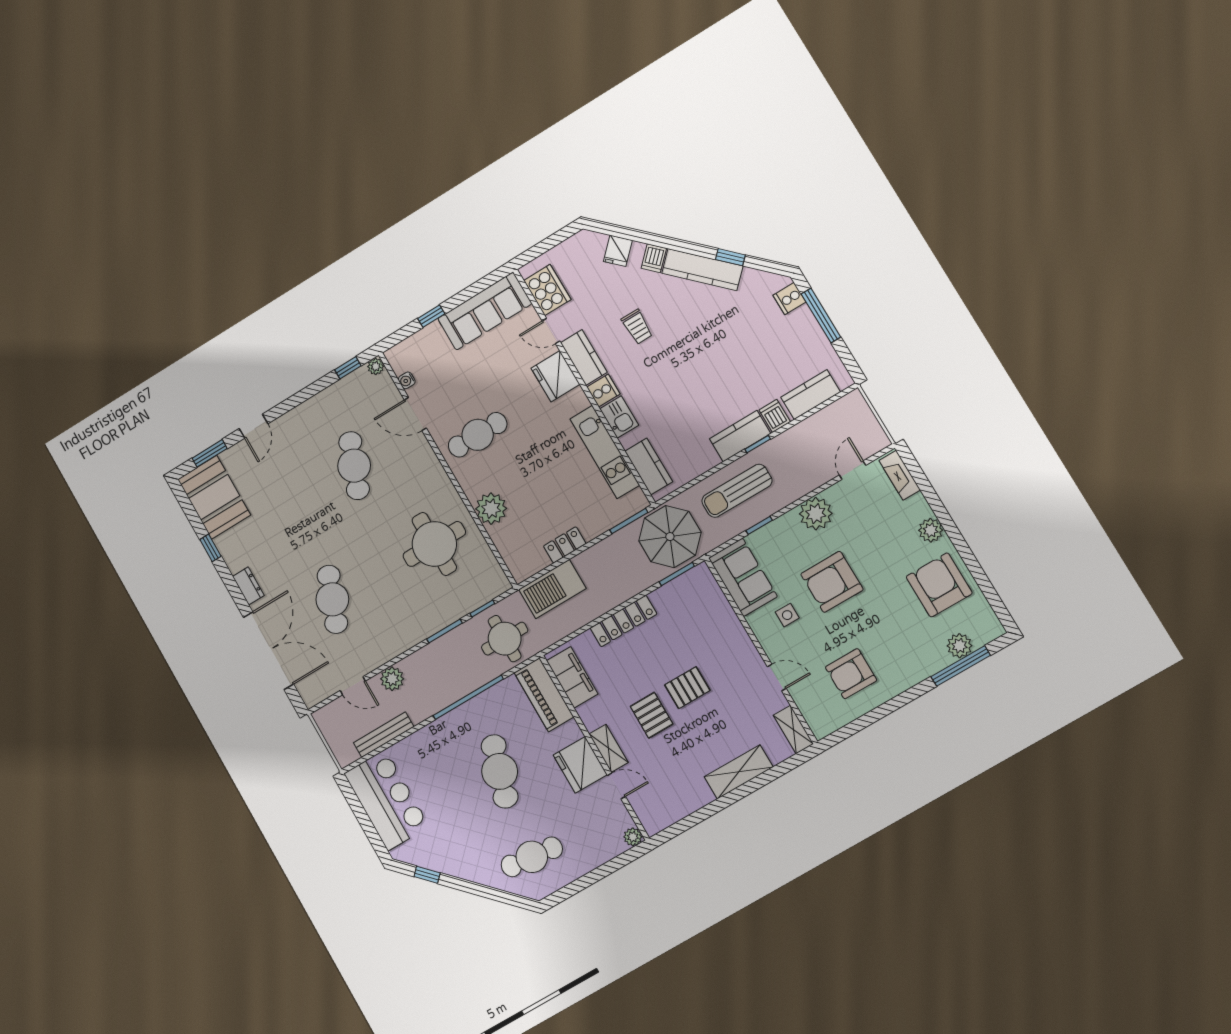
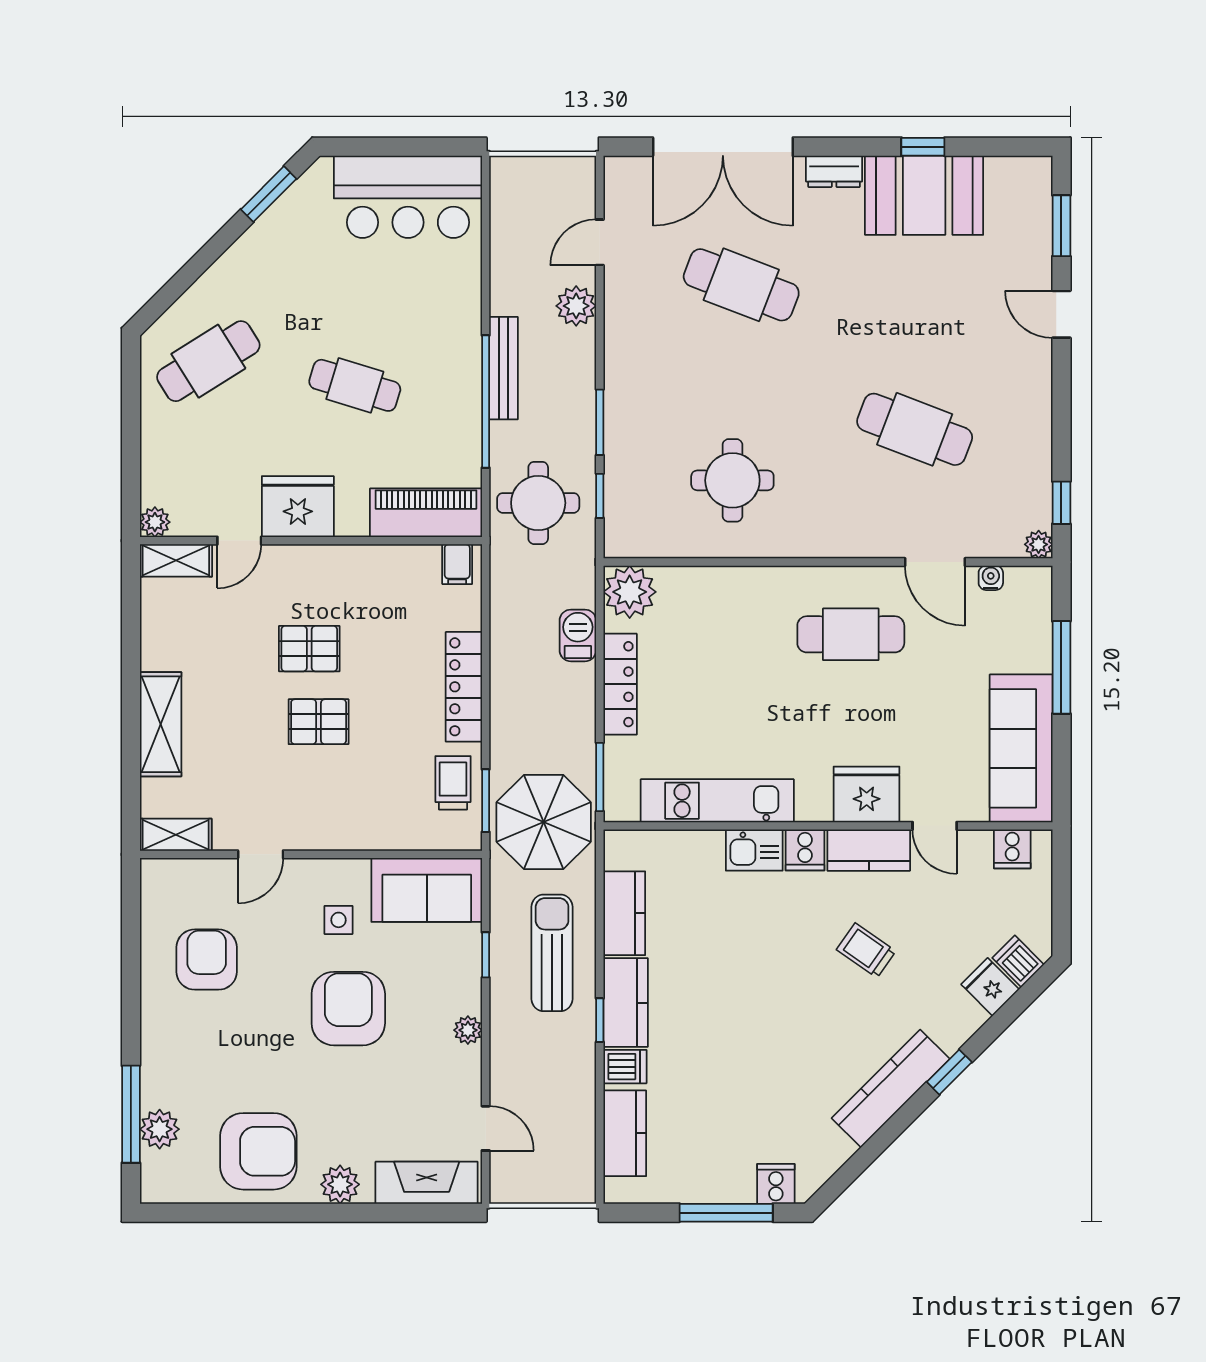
window: (730, 257) -> (949, 1072), moved
dishwasher: (654, 258) -> (1018, 961), moved
cooker: (547, 290) -> (1012, 849), width x0.53, depth x0.76
window: (431, 316) -> (1061, 667), width x2.17
trolley: (637, 327) -> (866, 950), turned 35
door: (551, 331) -> (935, 826), swing flipped
door: (415, 414) -> (935, 562), swing flipped
cafe table: (478, 435) -> (851, 634), turned 90
kitchen counter: (649, 466) -> (624, 913), moved, turned -90
fireplace: (900, 475) -> (427, 1183), width x1.37, depth x1.32
booth: (214, 497) -> (924, 195), moved
plant: (491, 509) -> (630, 592), moved
plant: (816, 514) -> (468, 1030), width x0.53, depth x0.53
round table: (434, 544) -> (732, 480), width x0.73, depth x0.73
locker: (565, 545) -> (620, 684), width x1.53
barbecue: (552, 589) -> (578, 635), width x0.53, depth x0.65
trolley: (678, 597) -> (453, 783), added
filing cabinet: (572, 677) -> (457, 564), width x0.33, depth x0.86
pallet: (687, 688) -> (319, 722), turned 90
bench: (384, 735) -> (504, 368), moved
shelving: (608, 748) -> (176, 560), moved
cafe table: (500, 771) -> (355, 385), width x0.73, depth x0.74
cafe table: (532, 857) -> (208, 361), turned 52
window: (427, 875) -> (269, 194), width x1.50

